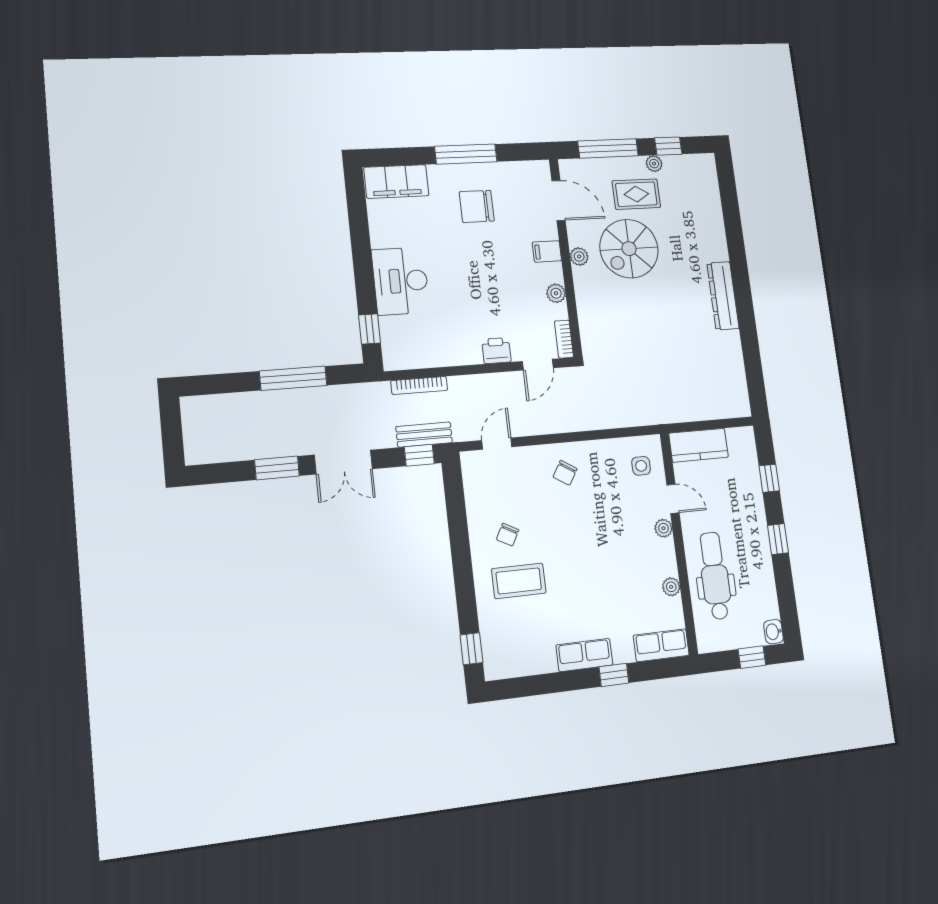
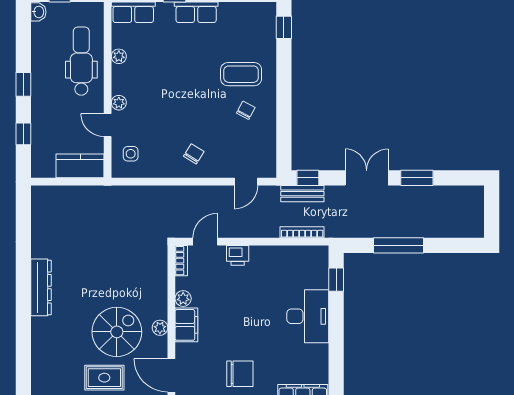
filing cabinet: (547, 251) -> (186, 325), width x2.00
dental chair: (715, 576) -> (81, 61), turned 180

